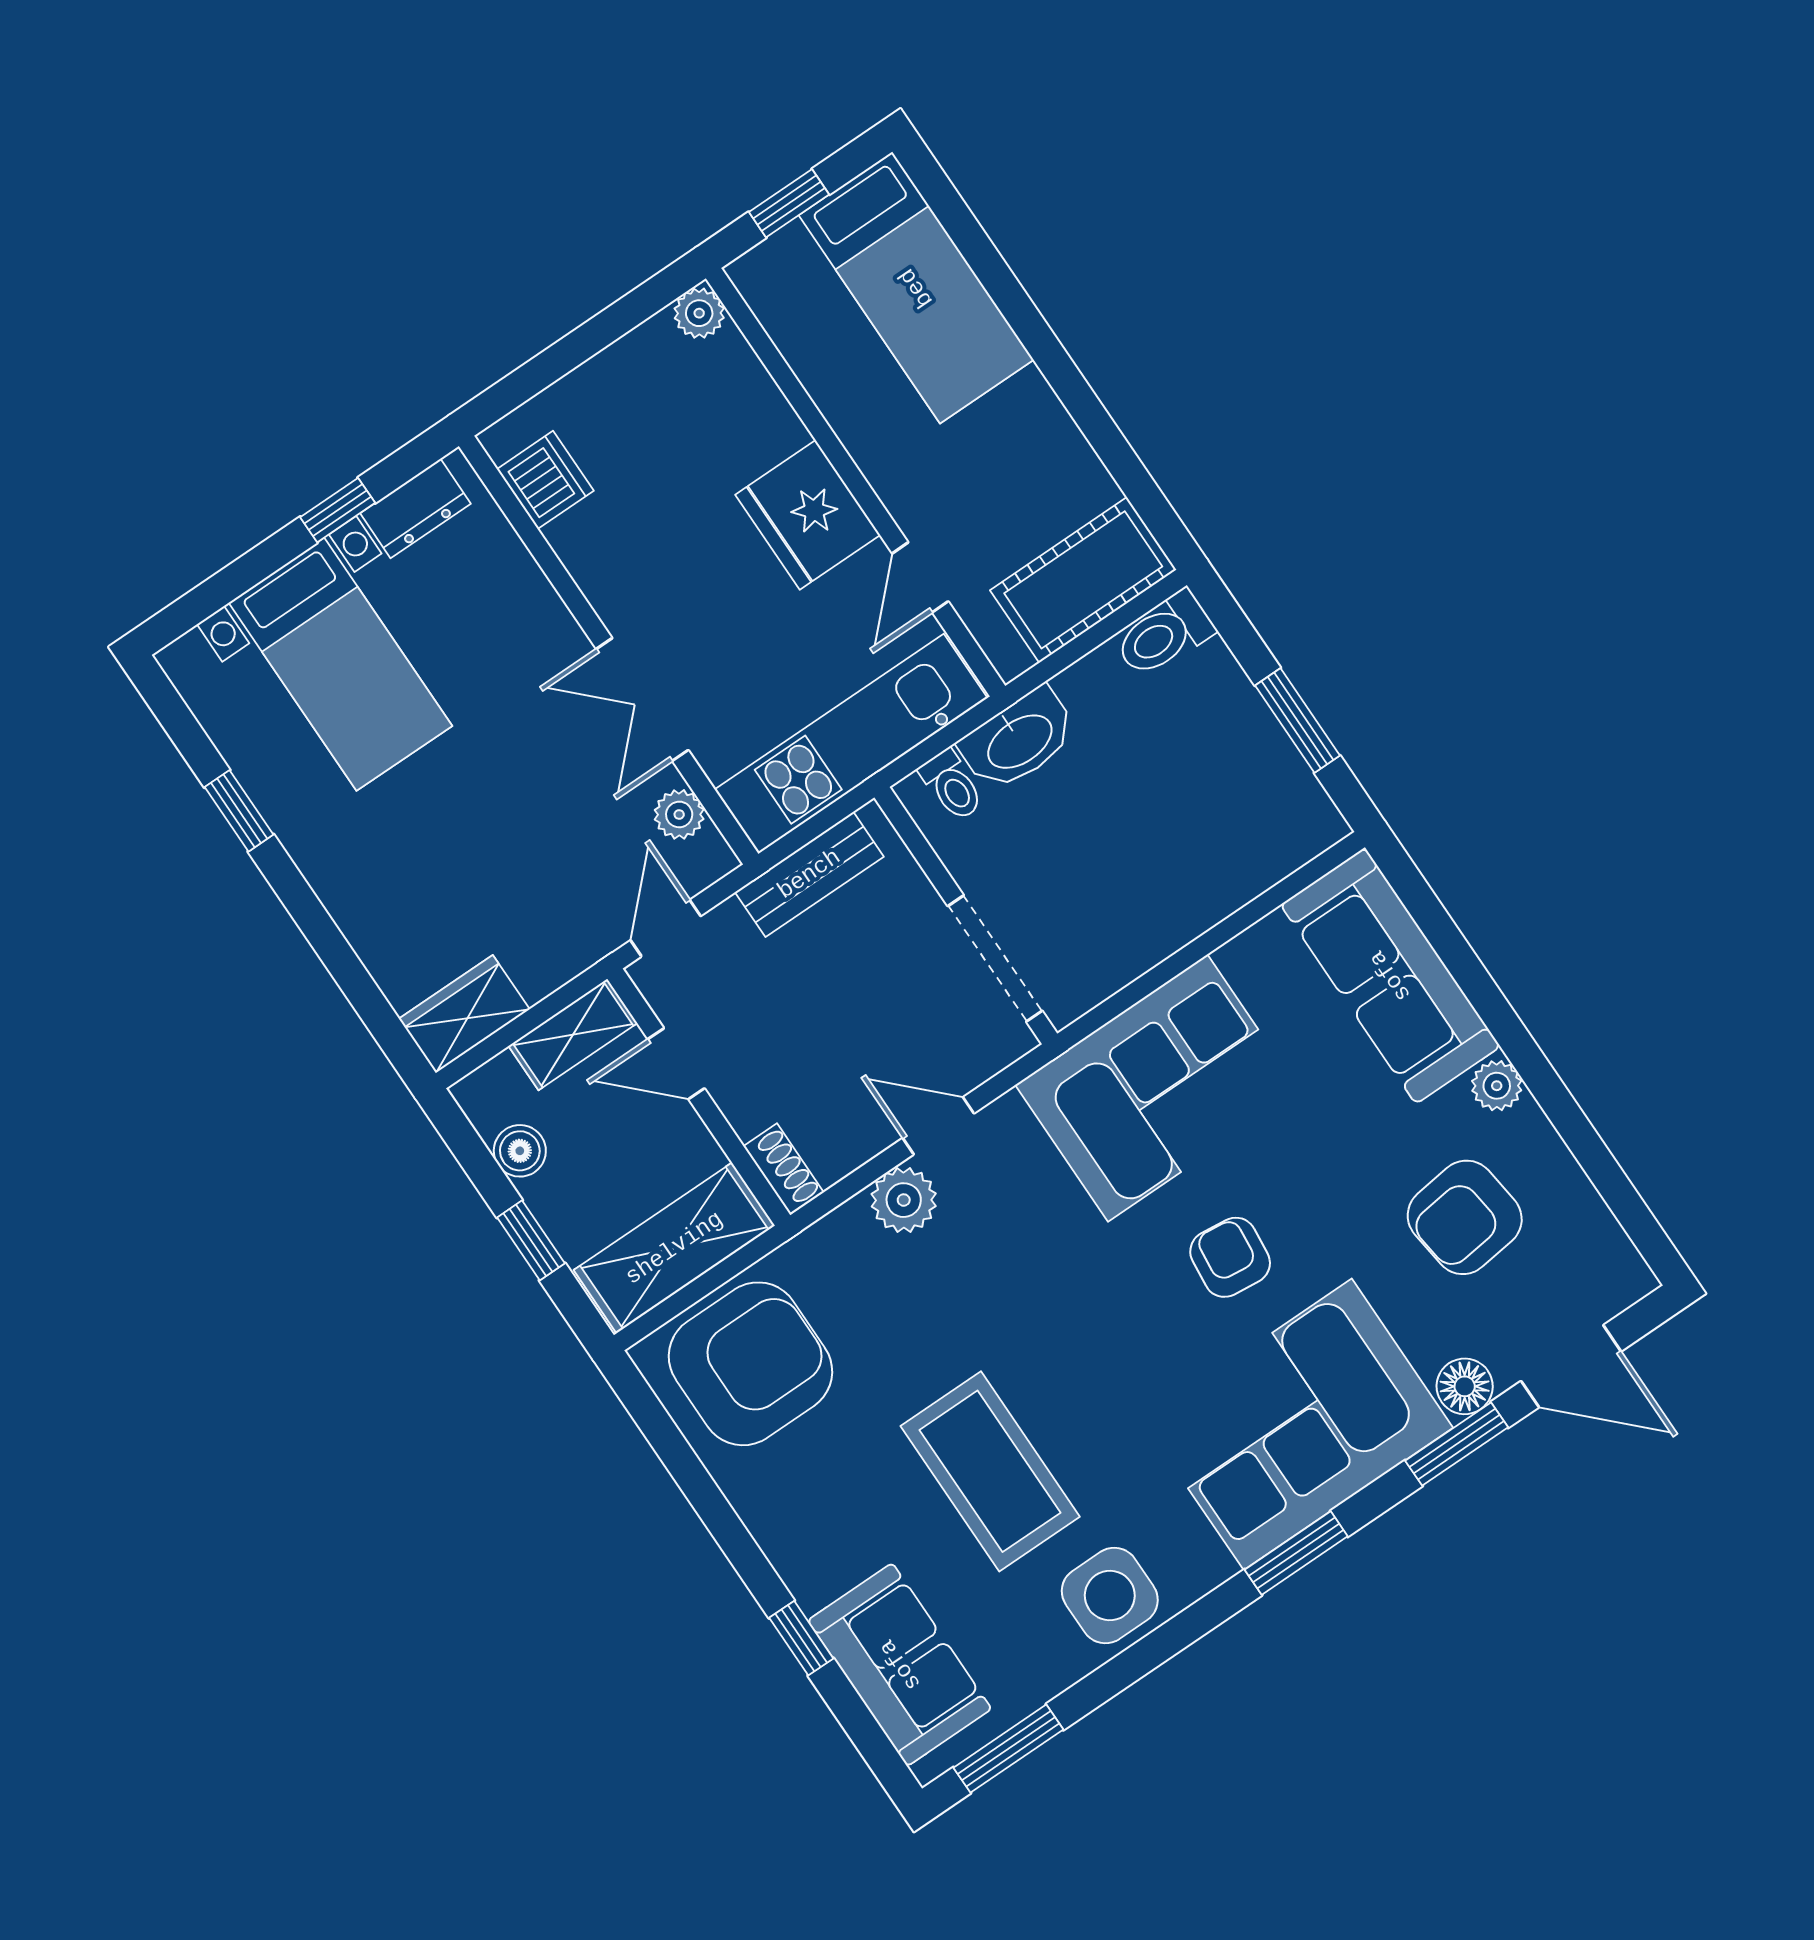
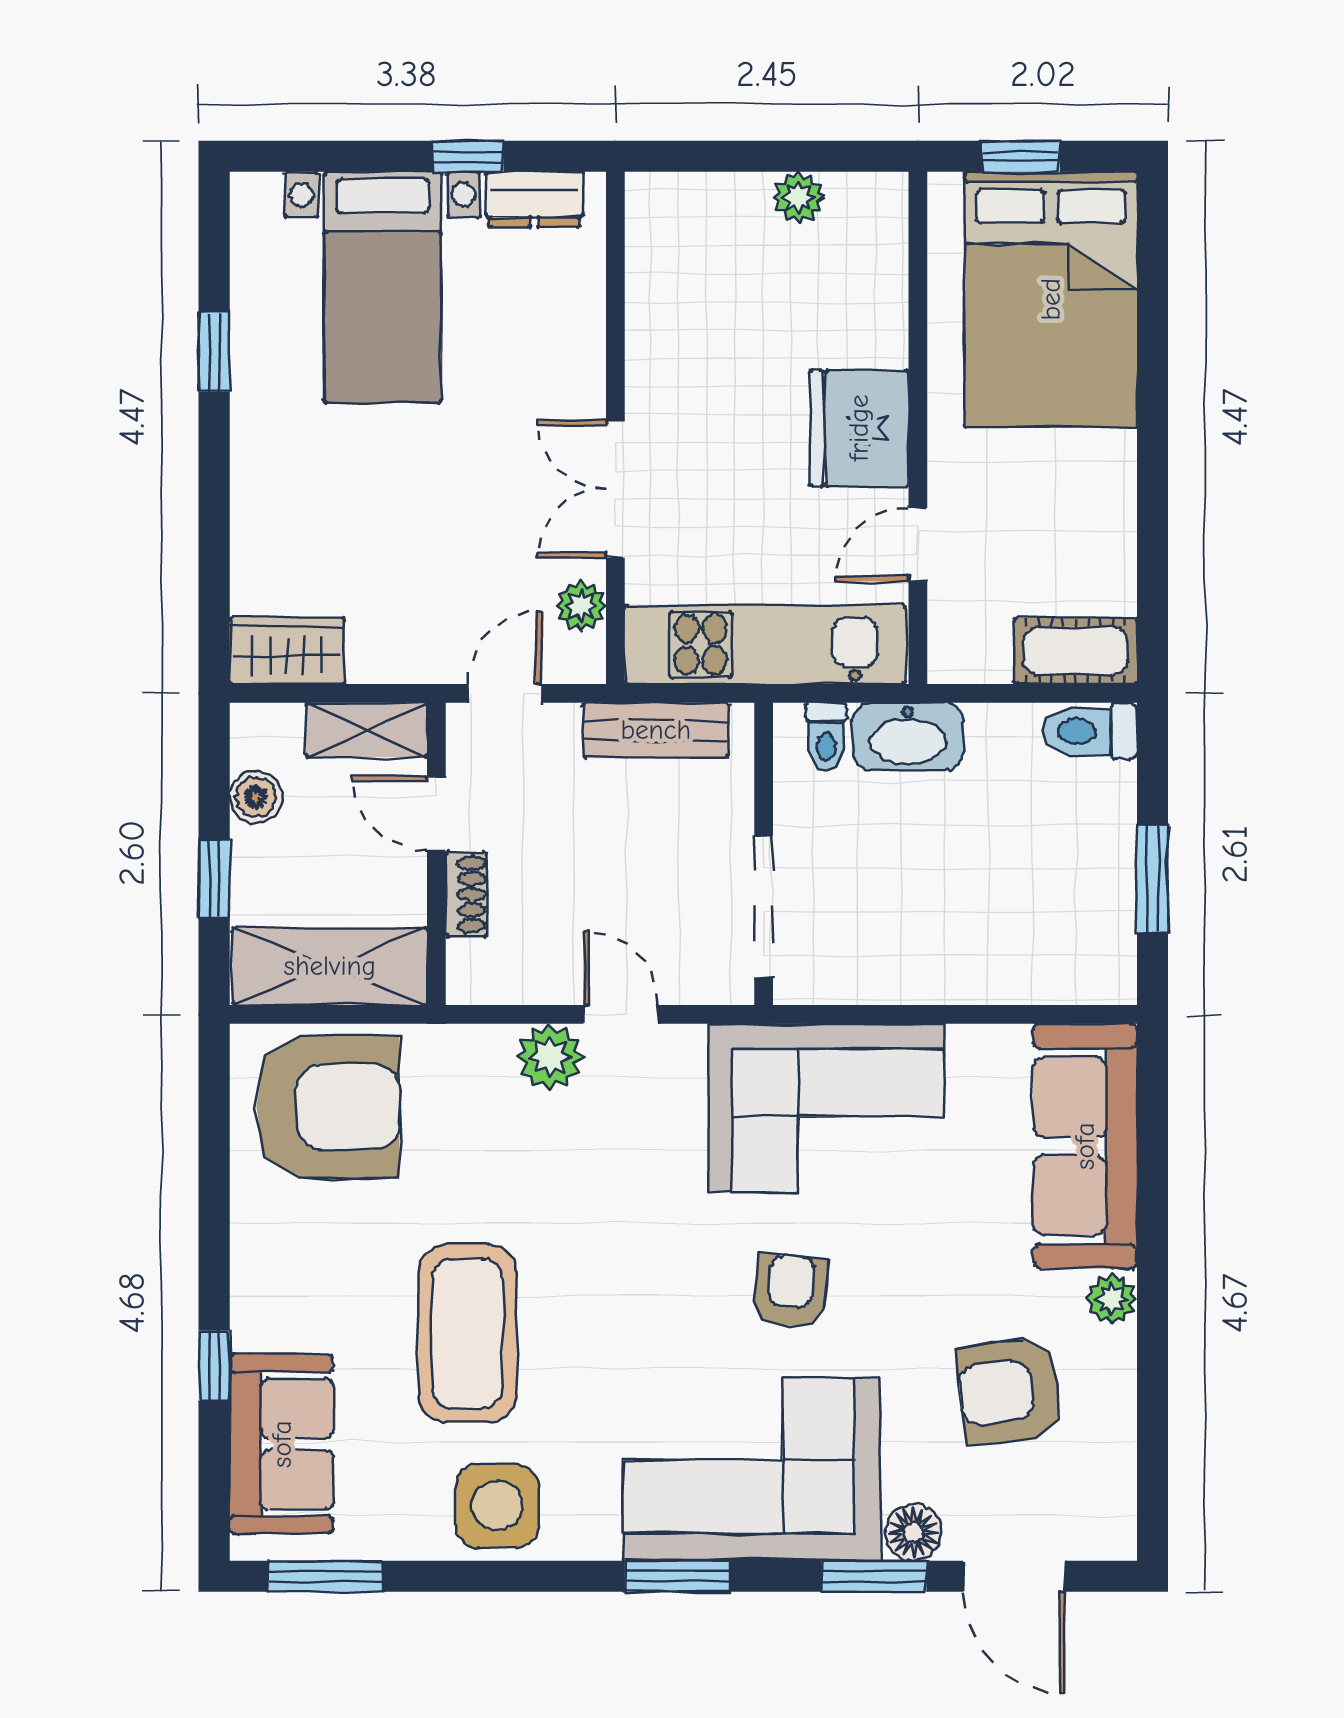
bed: (916, 288) -> (1051, 299), width x1.50
plant: (699, 313) -> (799, 197), moved
dishwasher: (545, 480) -> (659, 249), removed
cot: (1083, 580) -> (1076, 651), width x0.73, depth x0.75
shoe rack: (784, 1169) -> (466, 894), moved

